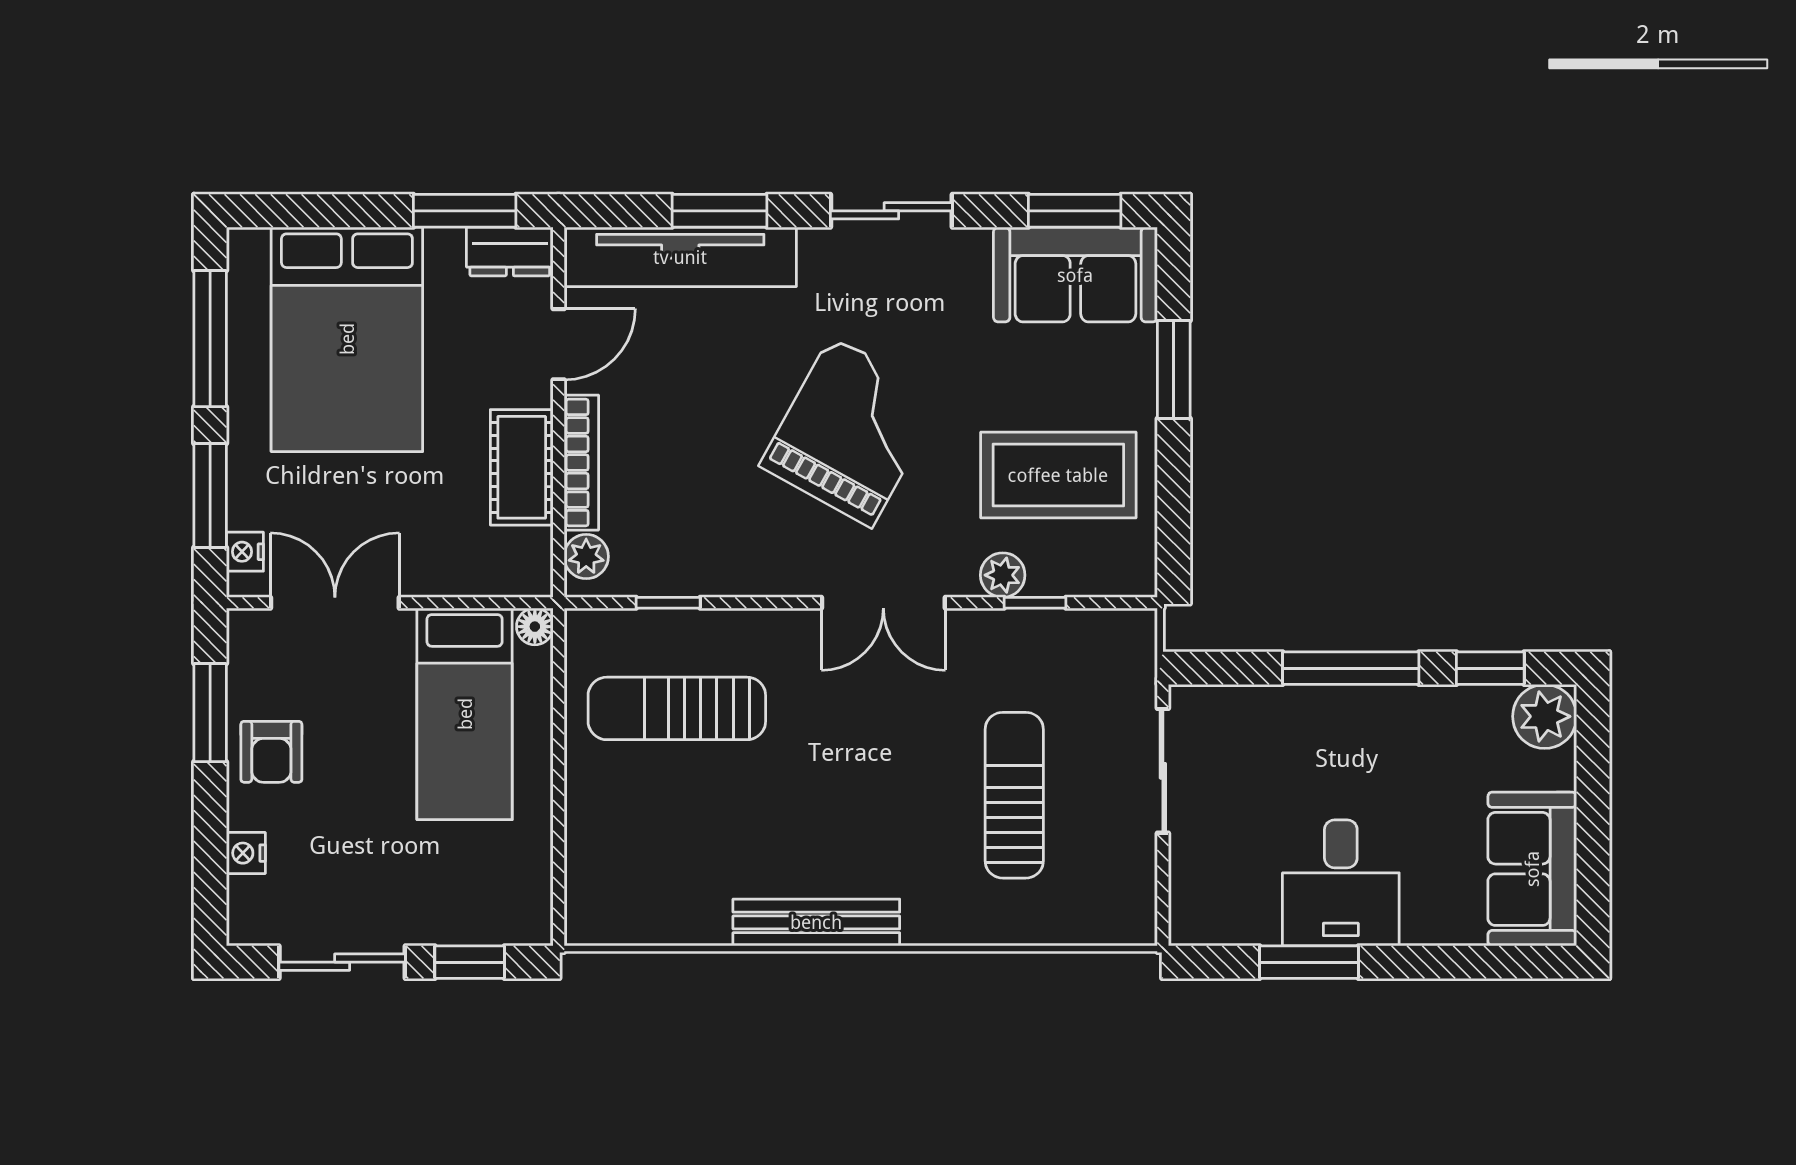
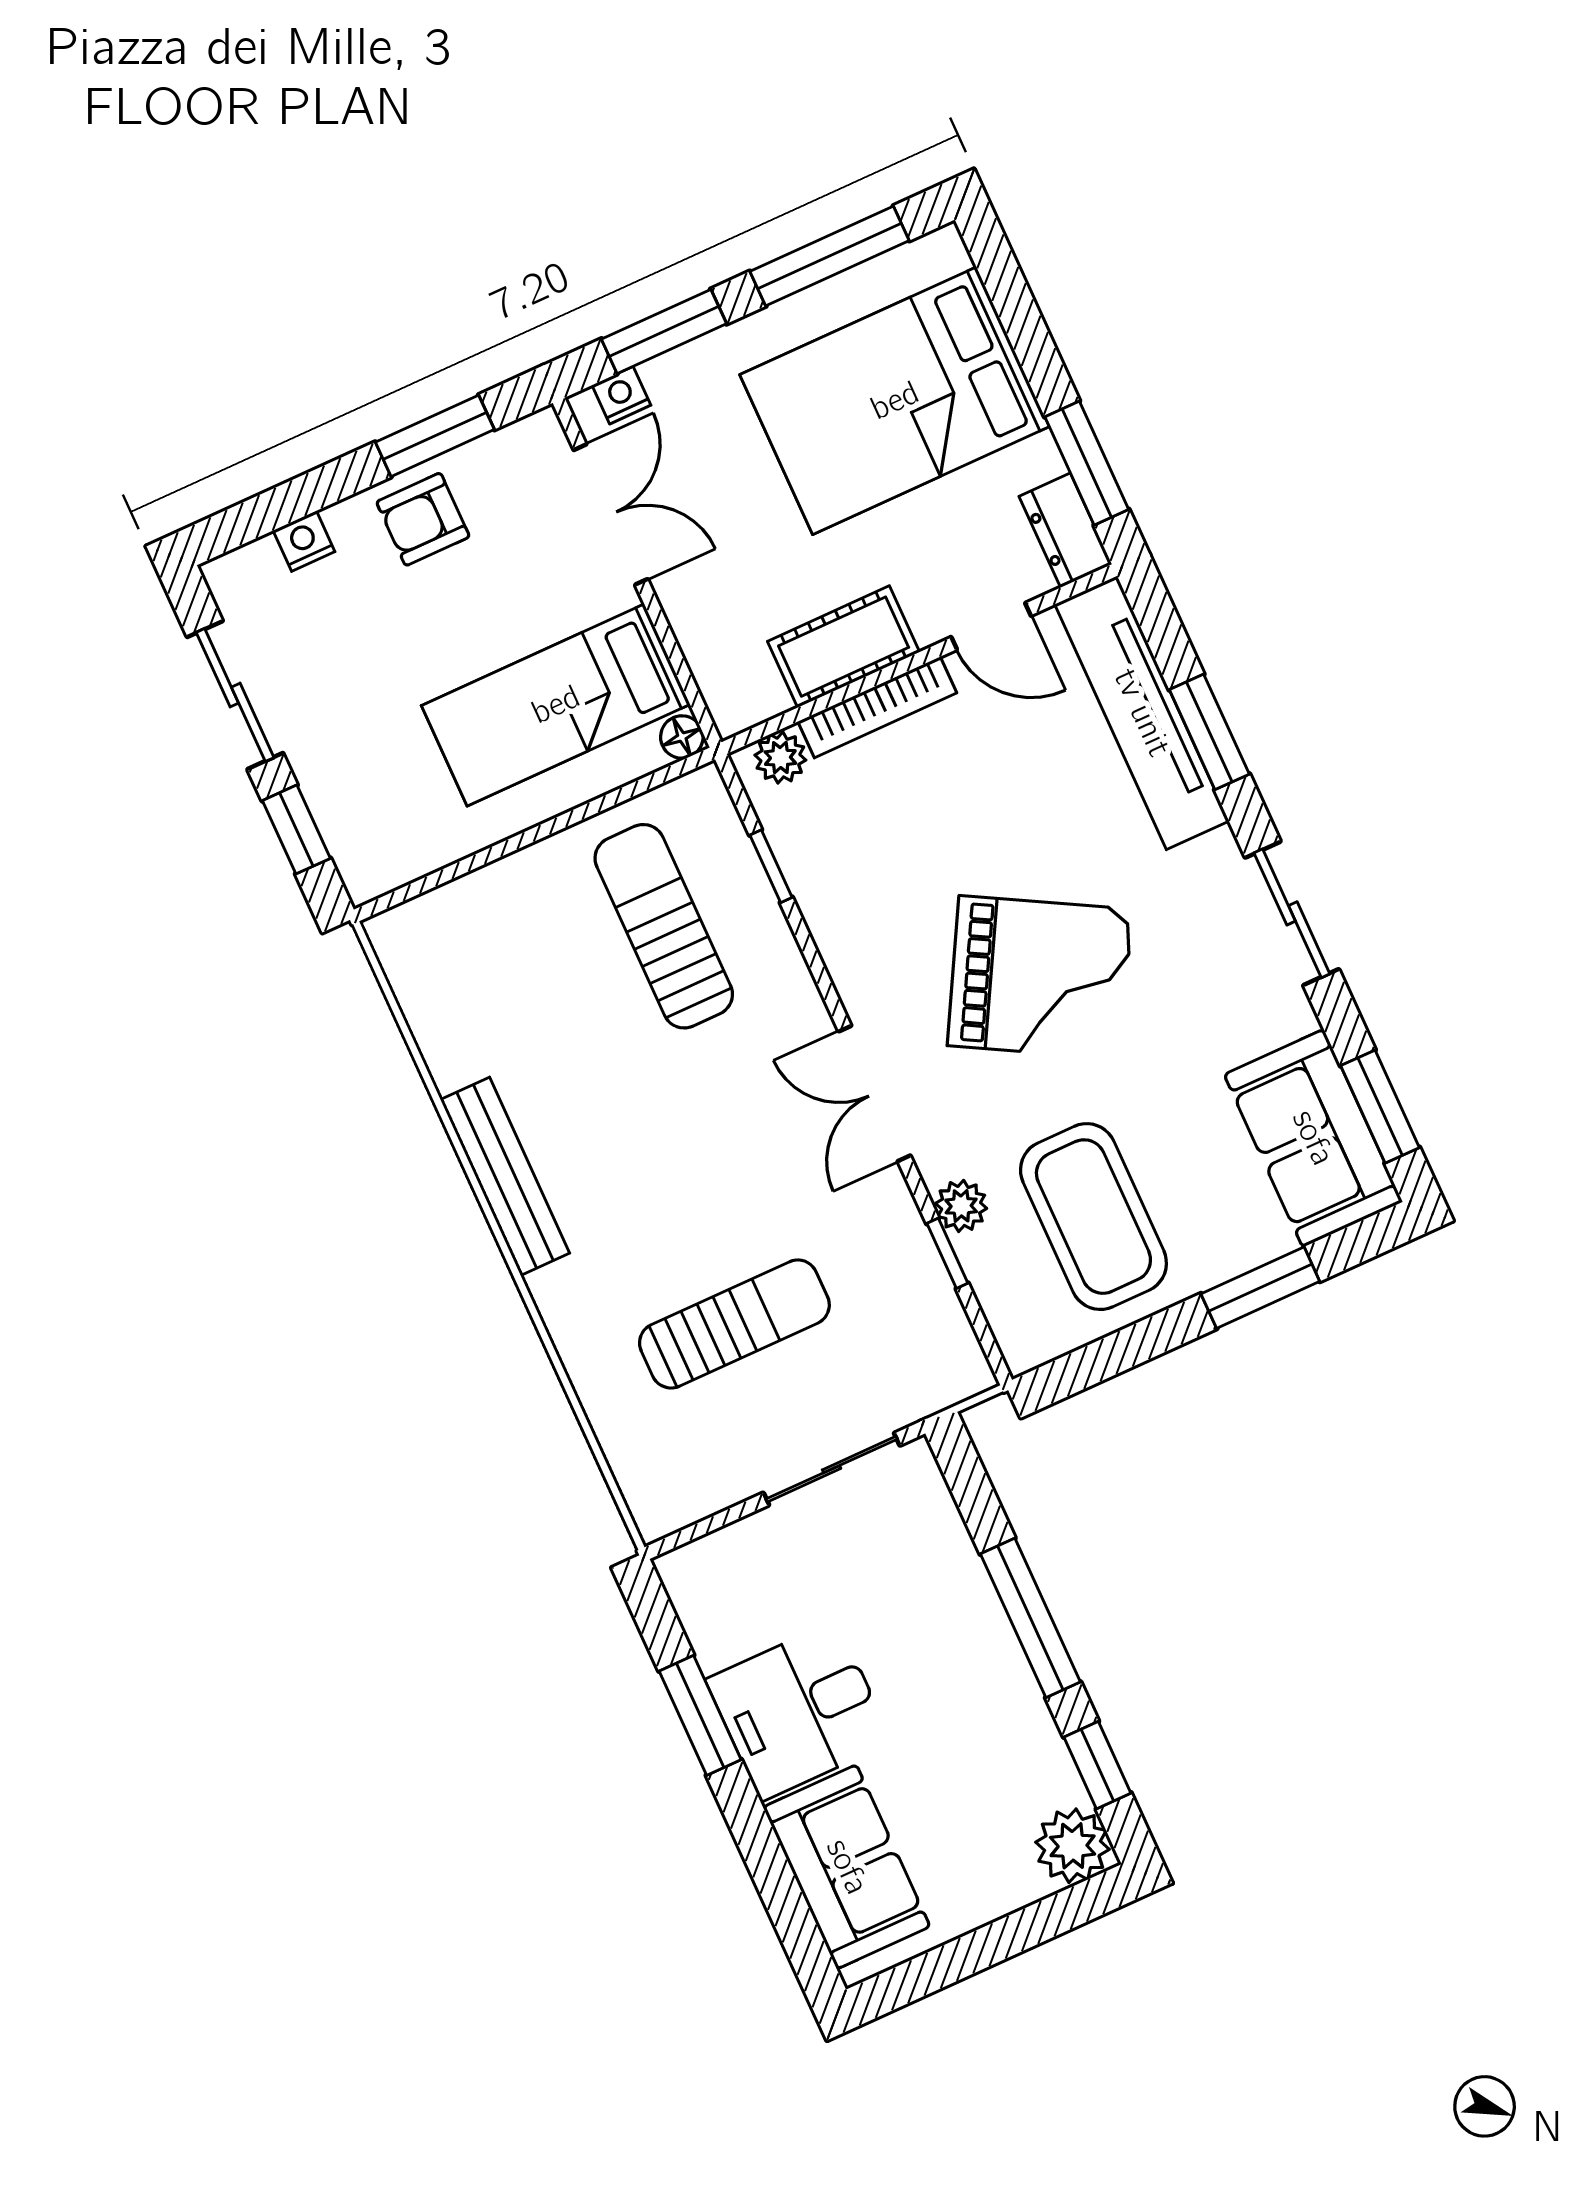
sofa: (1532, 869) -> (847, 1867), moved, turned 90

